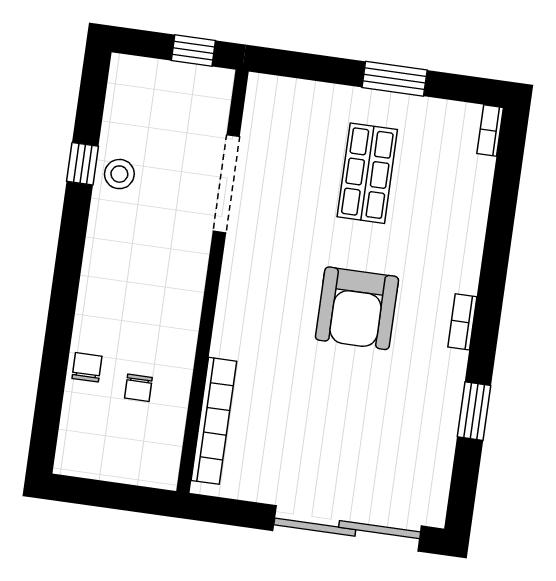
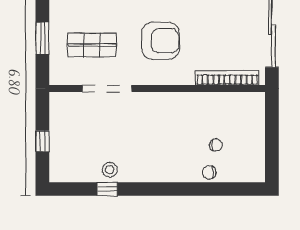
doorway: (226, 184) -> (107, 88), moved
wall: (213, 281) -> (157, 88), moved
bookcase: (214, 421) -> (227, 78), moved

